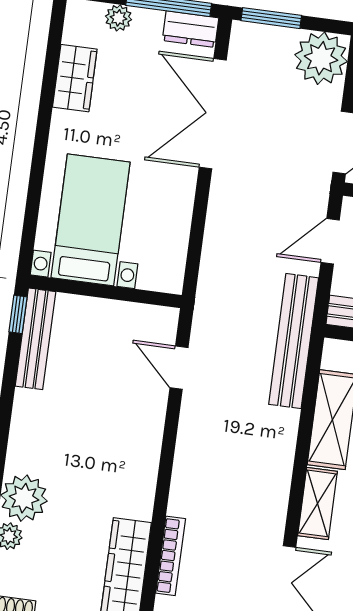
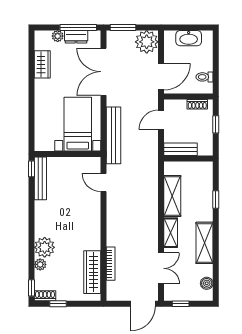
dresser: (191, 29) -> (76, 37), moved
bed with nightstands: (91, 220) -> (78, 124), moved
bench: (294, 341) -> (113, 135), moved

